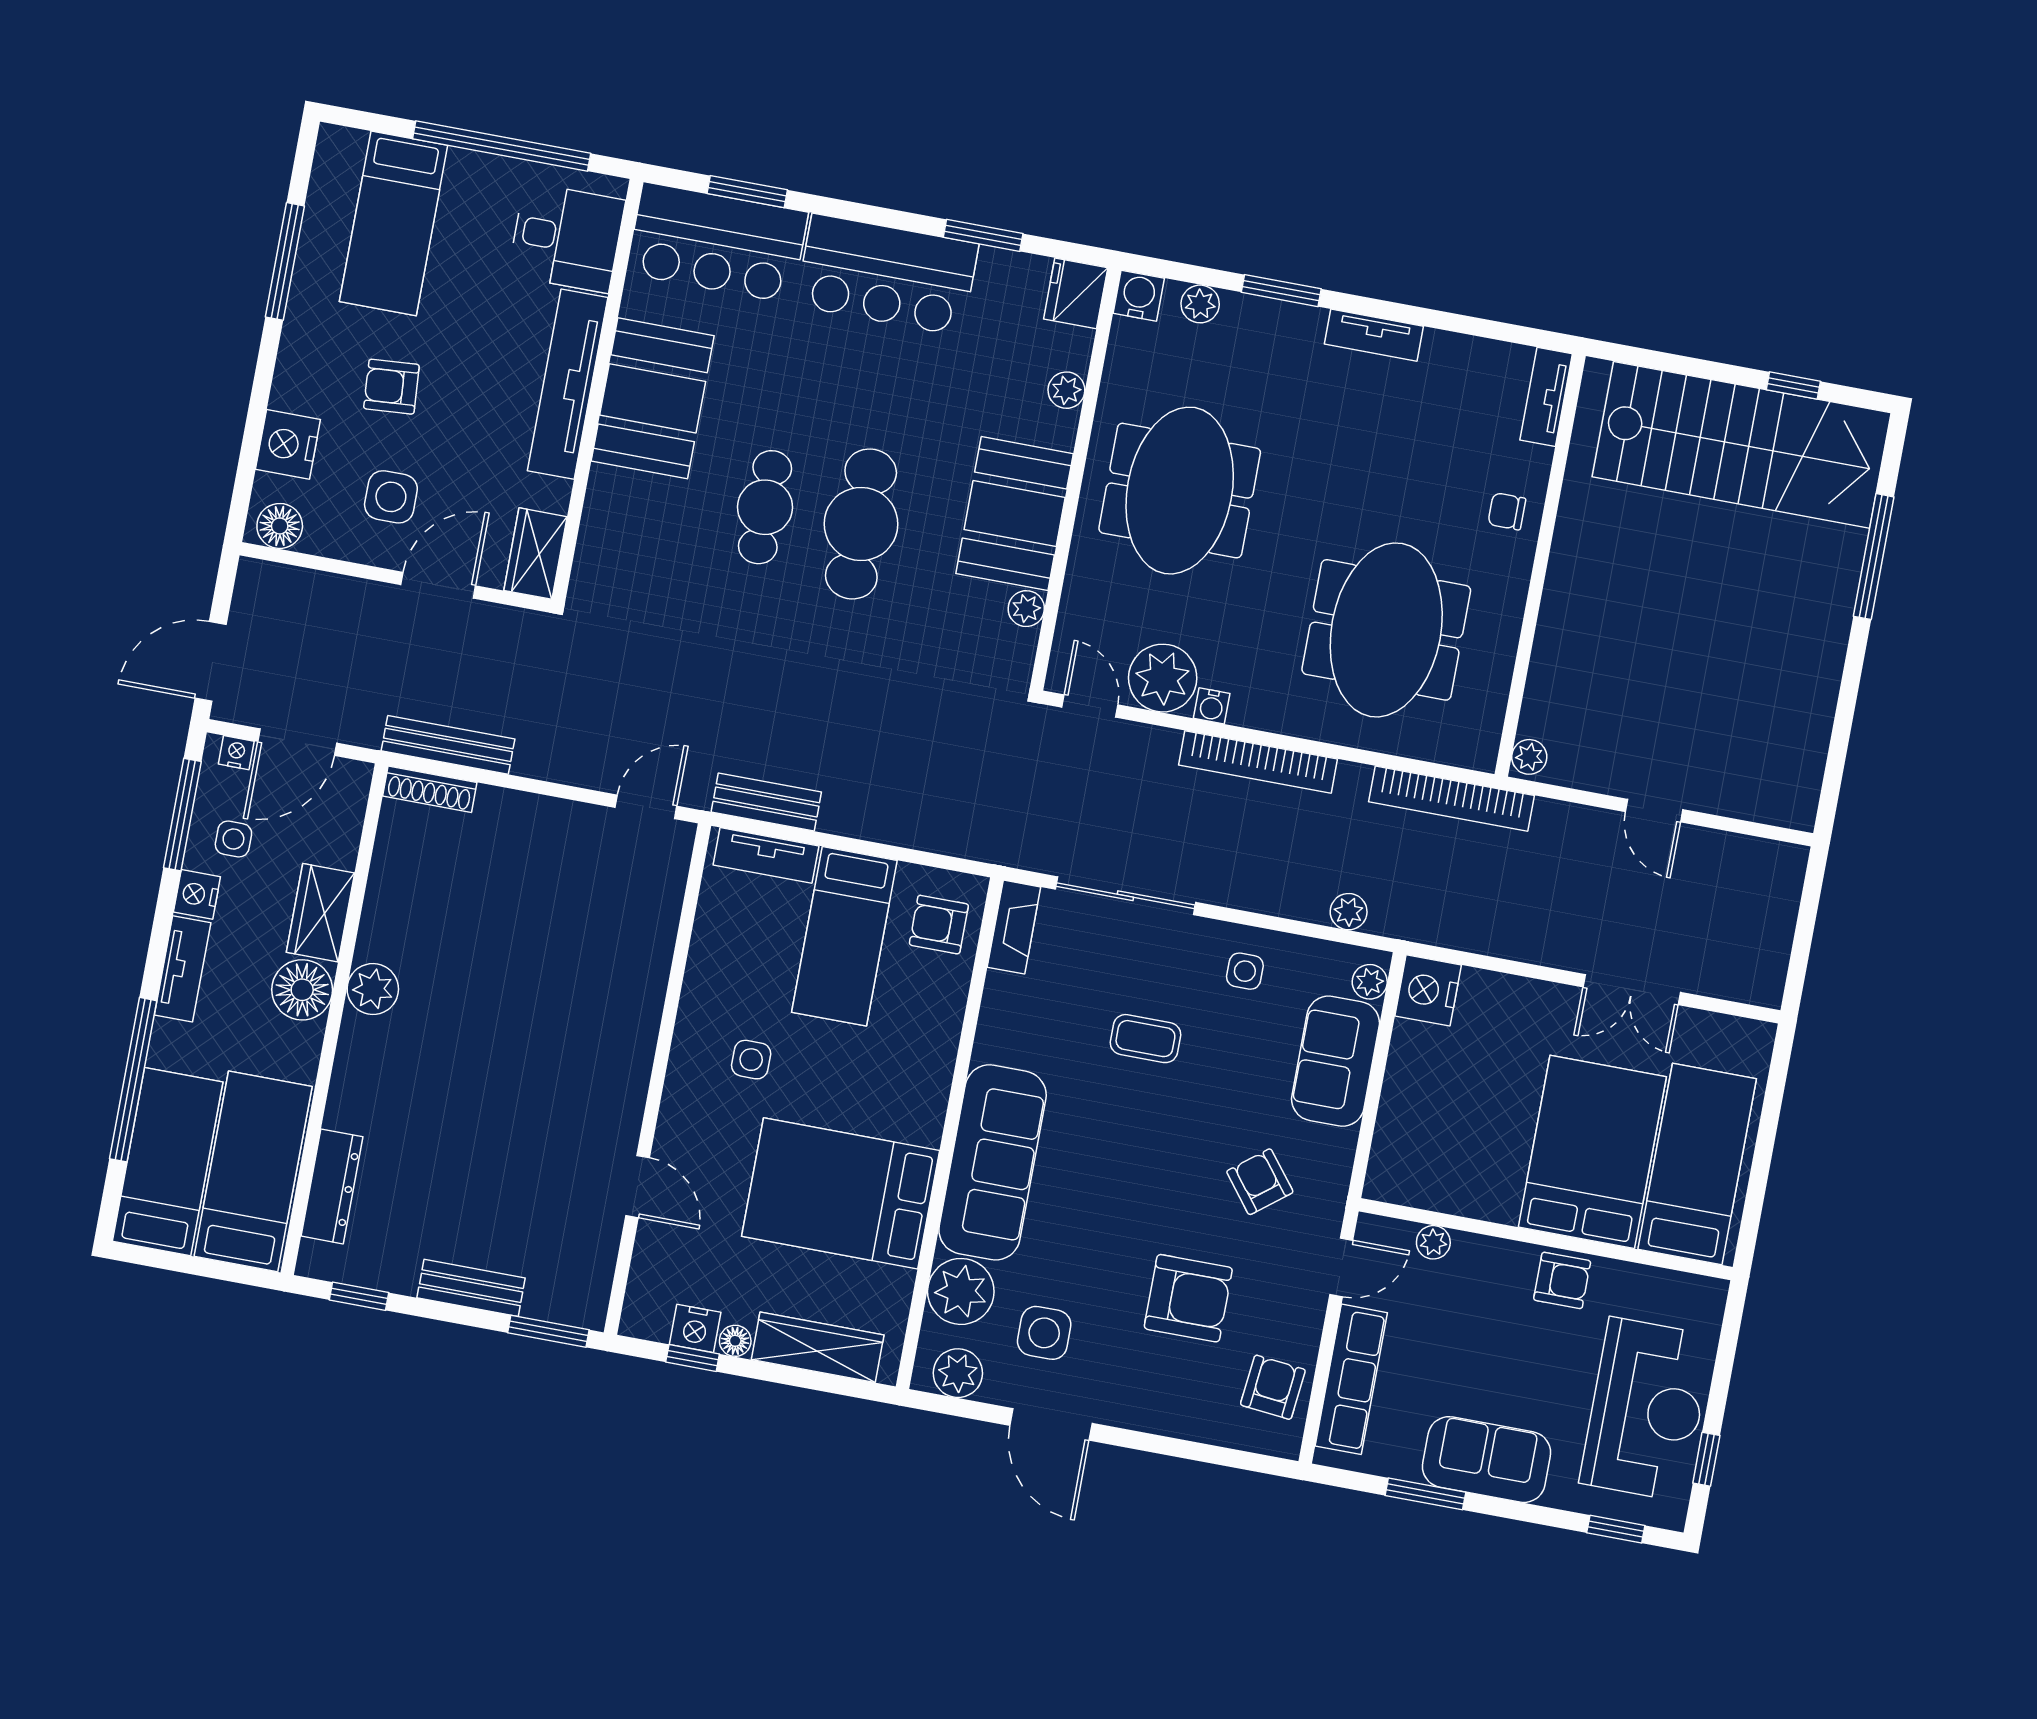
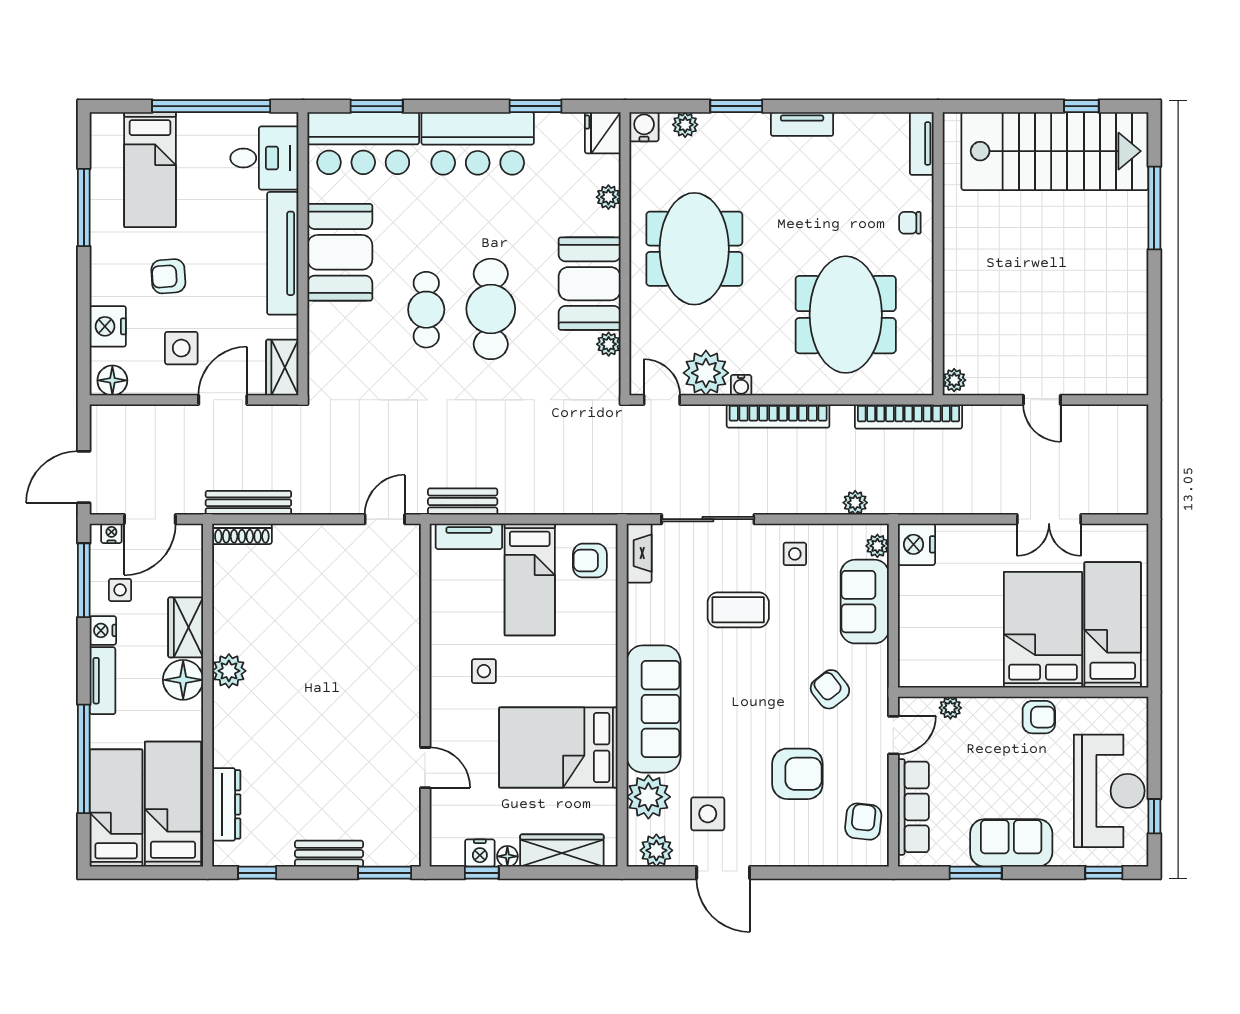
coffee table: (1145, 1039) -> (738, 610), width x1.36, depth x1.30

